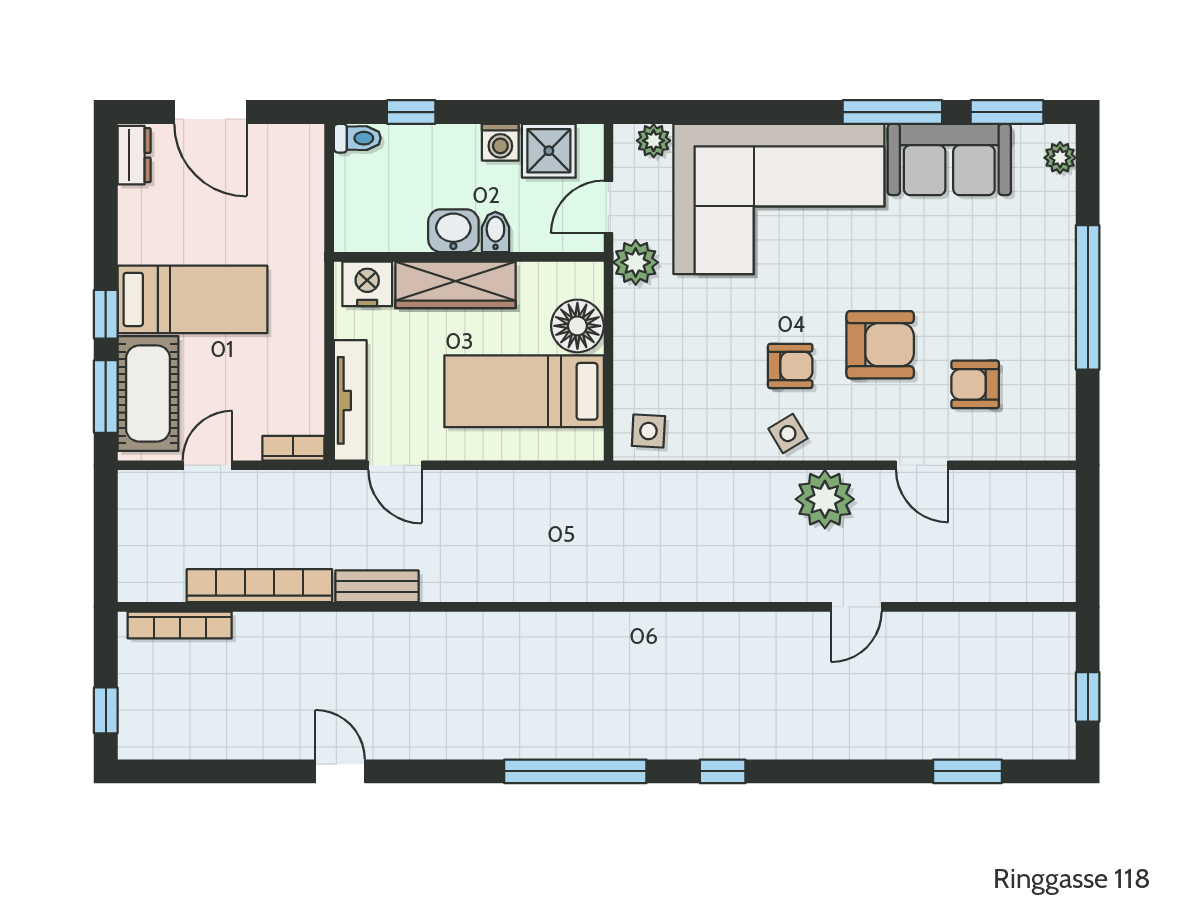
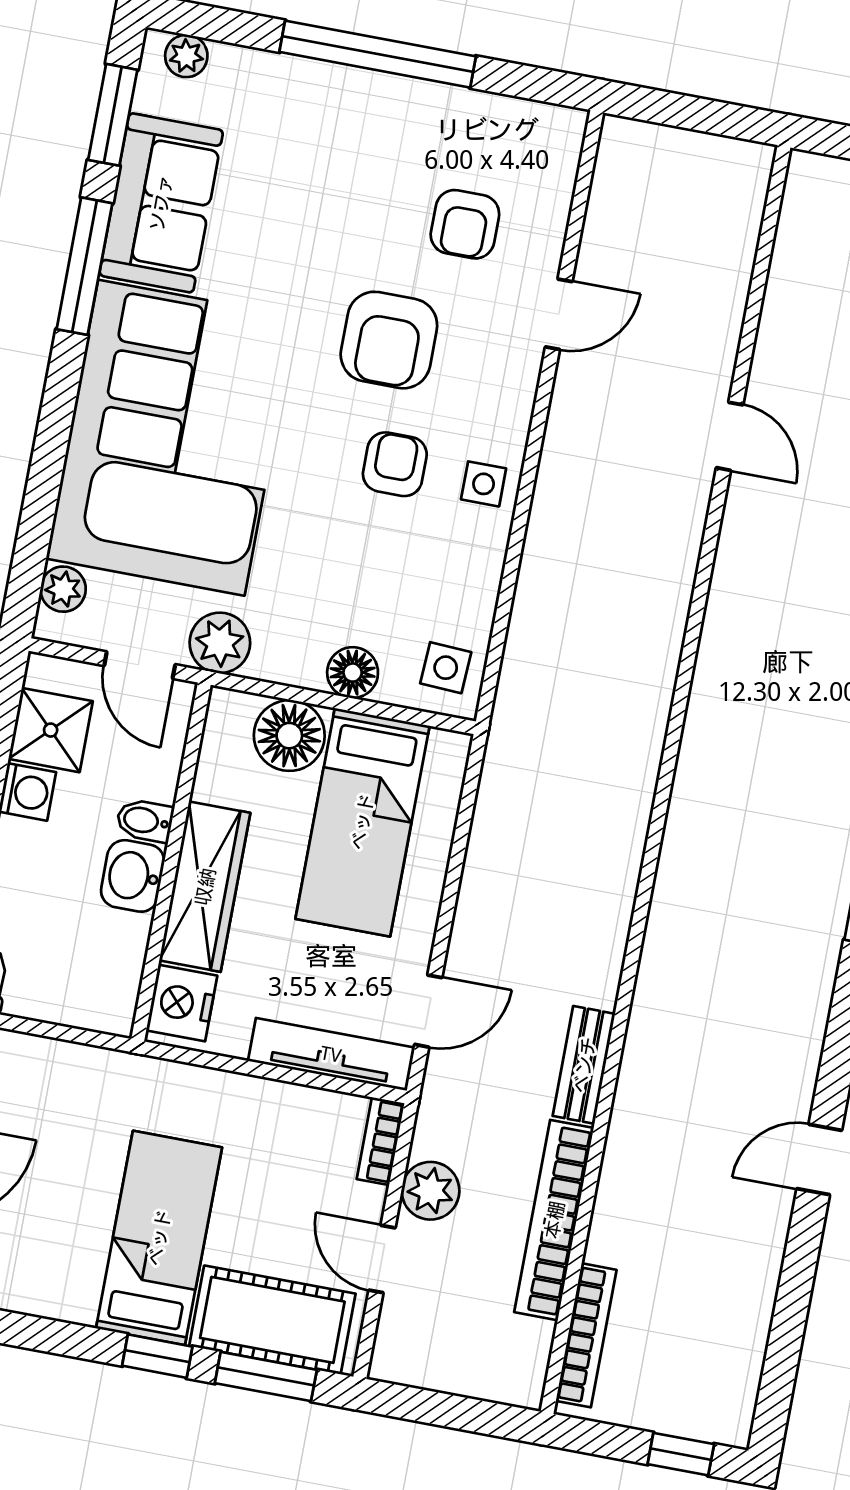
armchair: (880, 345) -> (389, 340), turned 180
floor lamp: (632, 364) -> (353, 673), added
side table: (788, 434) -> (484, 484), turned 31
plant: (825, 499) -> (430, 1191), moved, width x0.73, depth x0.73

